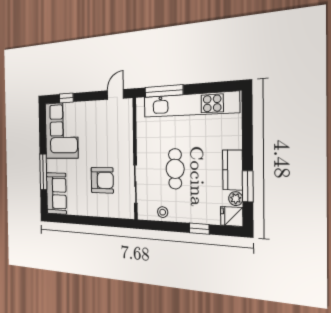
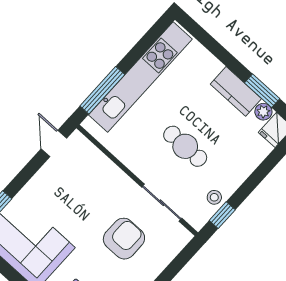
window: (199, 229) -> (222, 215), moved

